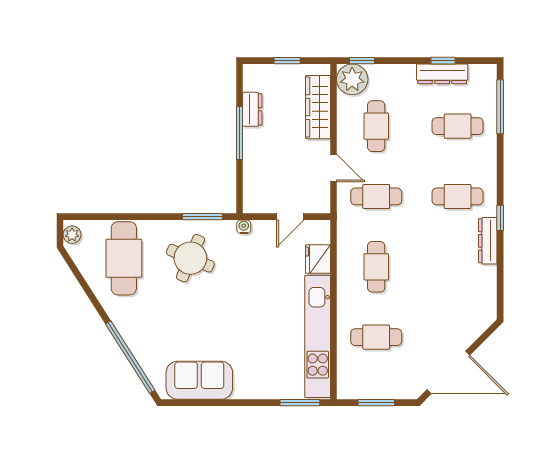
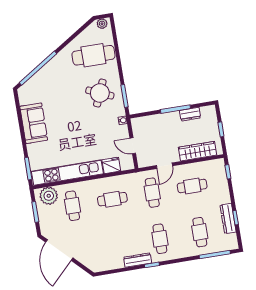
plant: (352, 79) -> (49, 196), moved
sofa: (199, 380) -> (34, 123), moved

